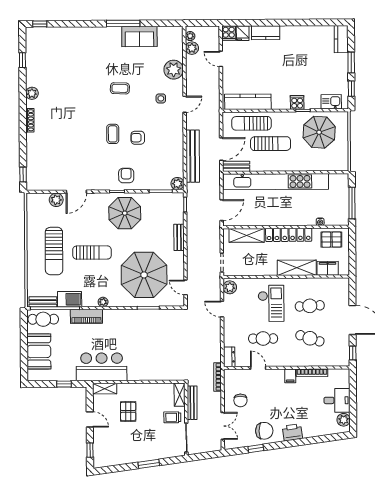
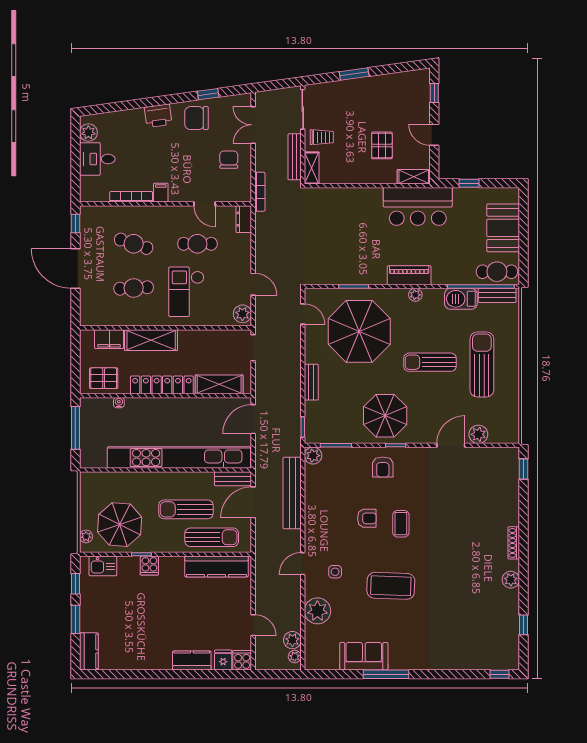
coffee table: (120, 88) -> (391, 586), width x1.86, depth x1.72
plant: (344, 123) -> (86, 536), added
piano: (86, 316) -> (409, 275), moved

